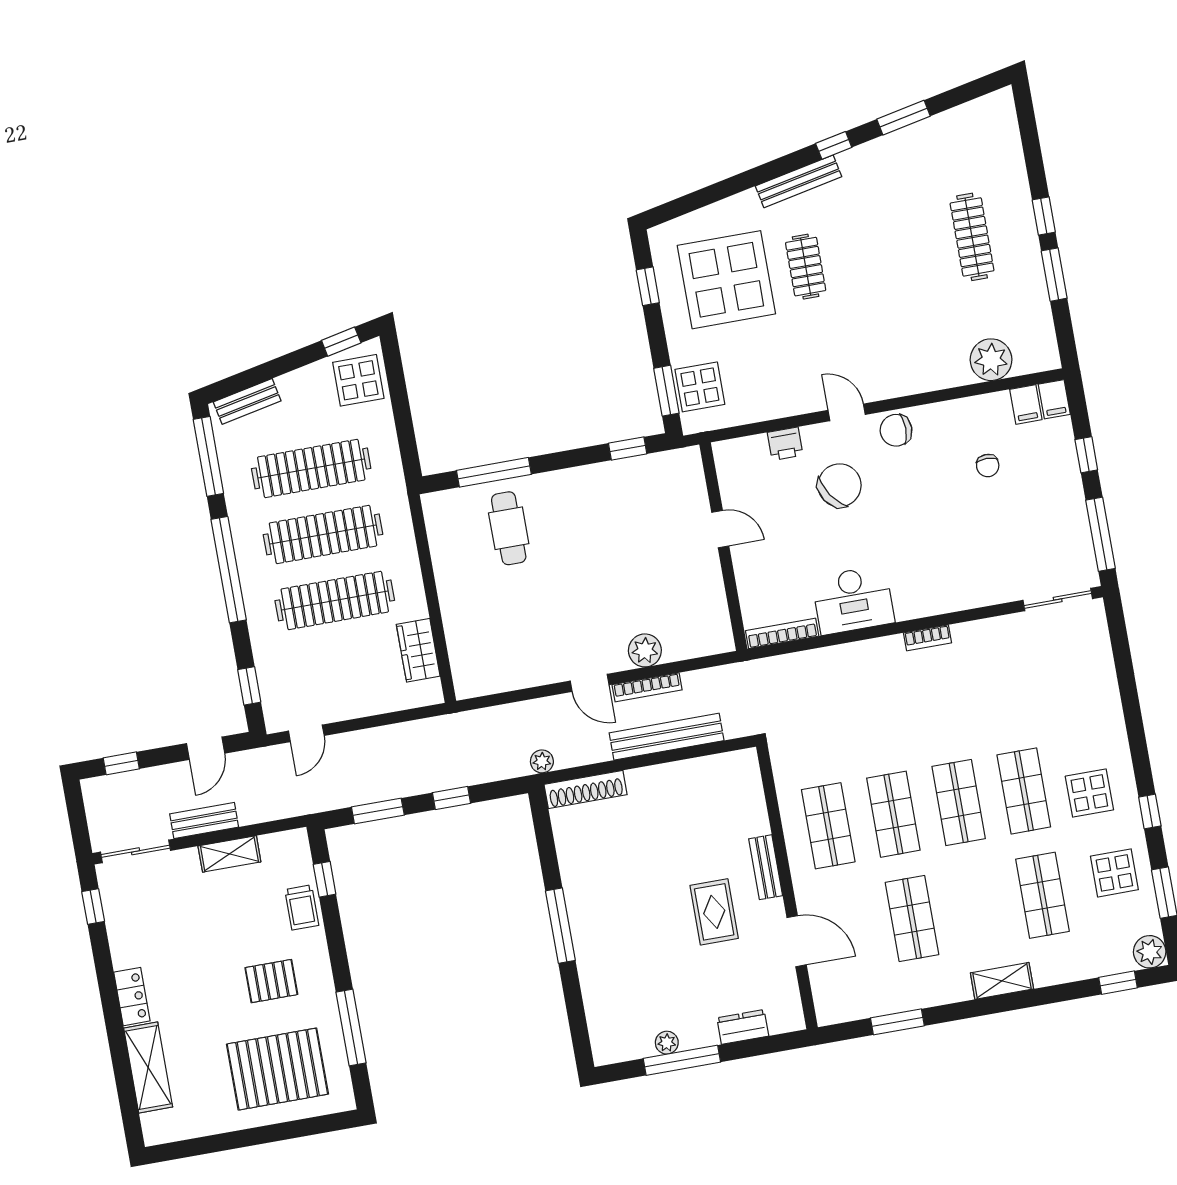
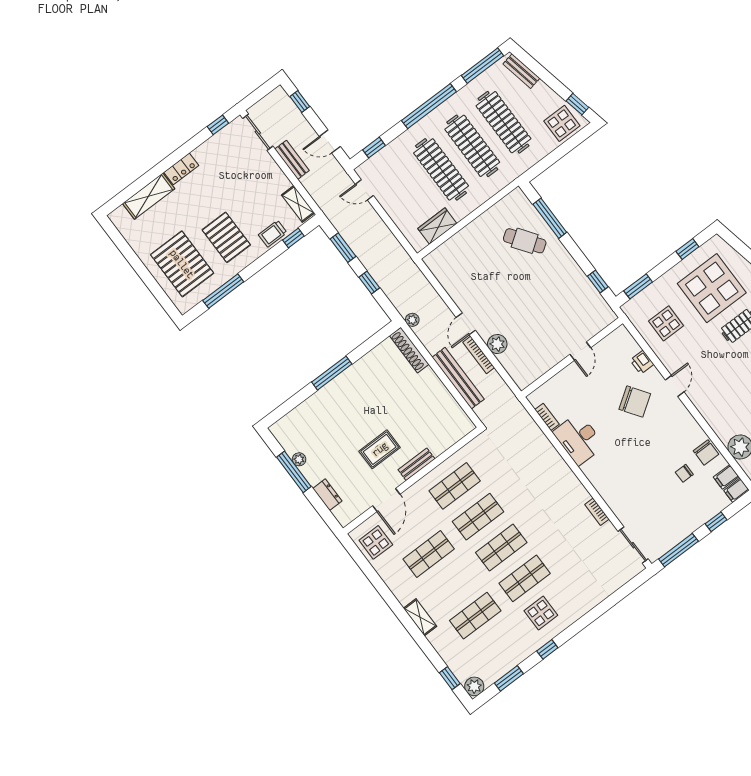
display table: (700, 387) -> (666, 323), moved
chair: (896, 430) -> (706, 452), moved, turned 180
cafe table: (509, 528) -> (525, 241), turned 55
bookcase: (782, 633) -> (547, 417), width x0.64
bookcase: (928, 638) -> (597, 512), moved
shelving: (229, 854) -> (298, 204), moved
display table: (1114, 873) -> (376, 542), moved
pallet: (271, 981) -> (226, 237), width x1.50, depth x1.42
window: (897, 1022) -> (371, 574), removed

